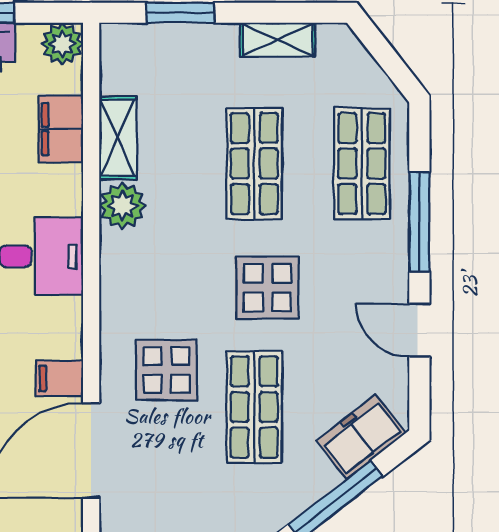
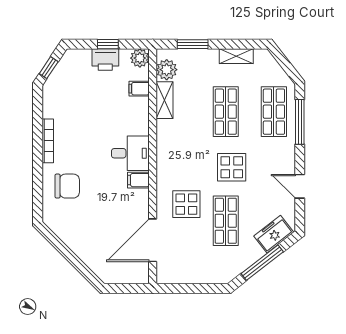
filing cabinet: (61, 129) -> (139, 89), width x0.50
plant: (122, 206) -> (167, 70), moved
window: (419, 222) -> (300, 122), moved
filing cabinet: (59, 378) -> (138, 180), moved

